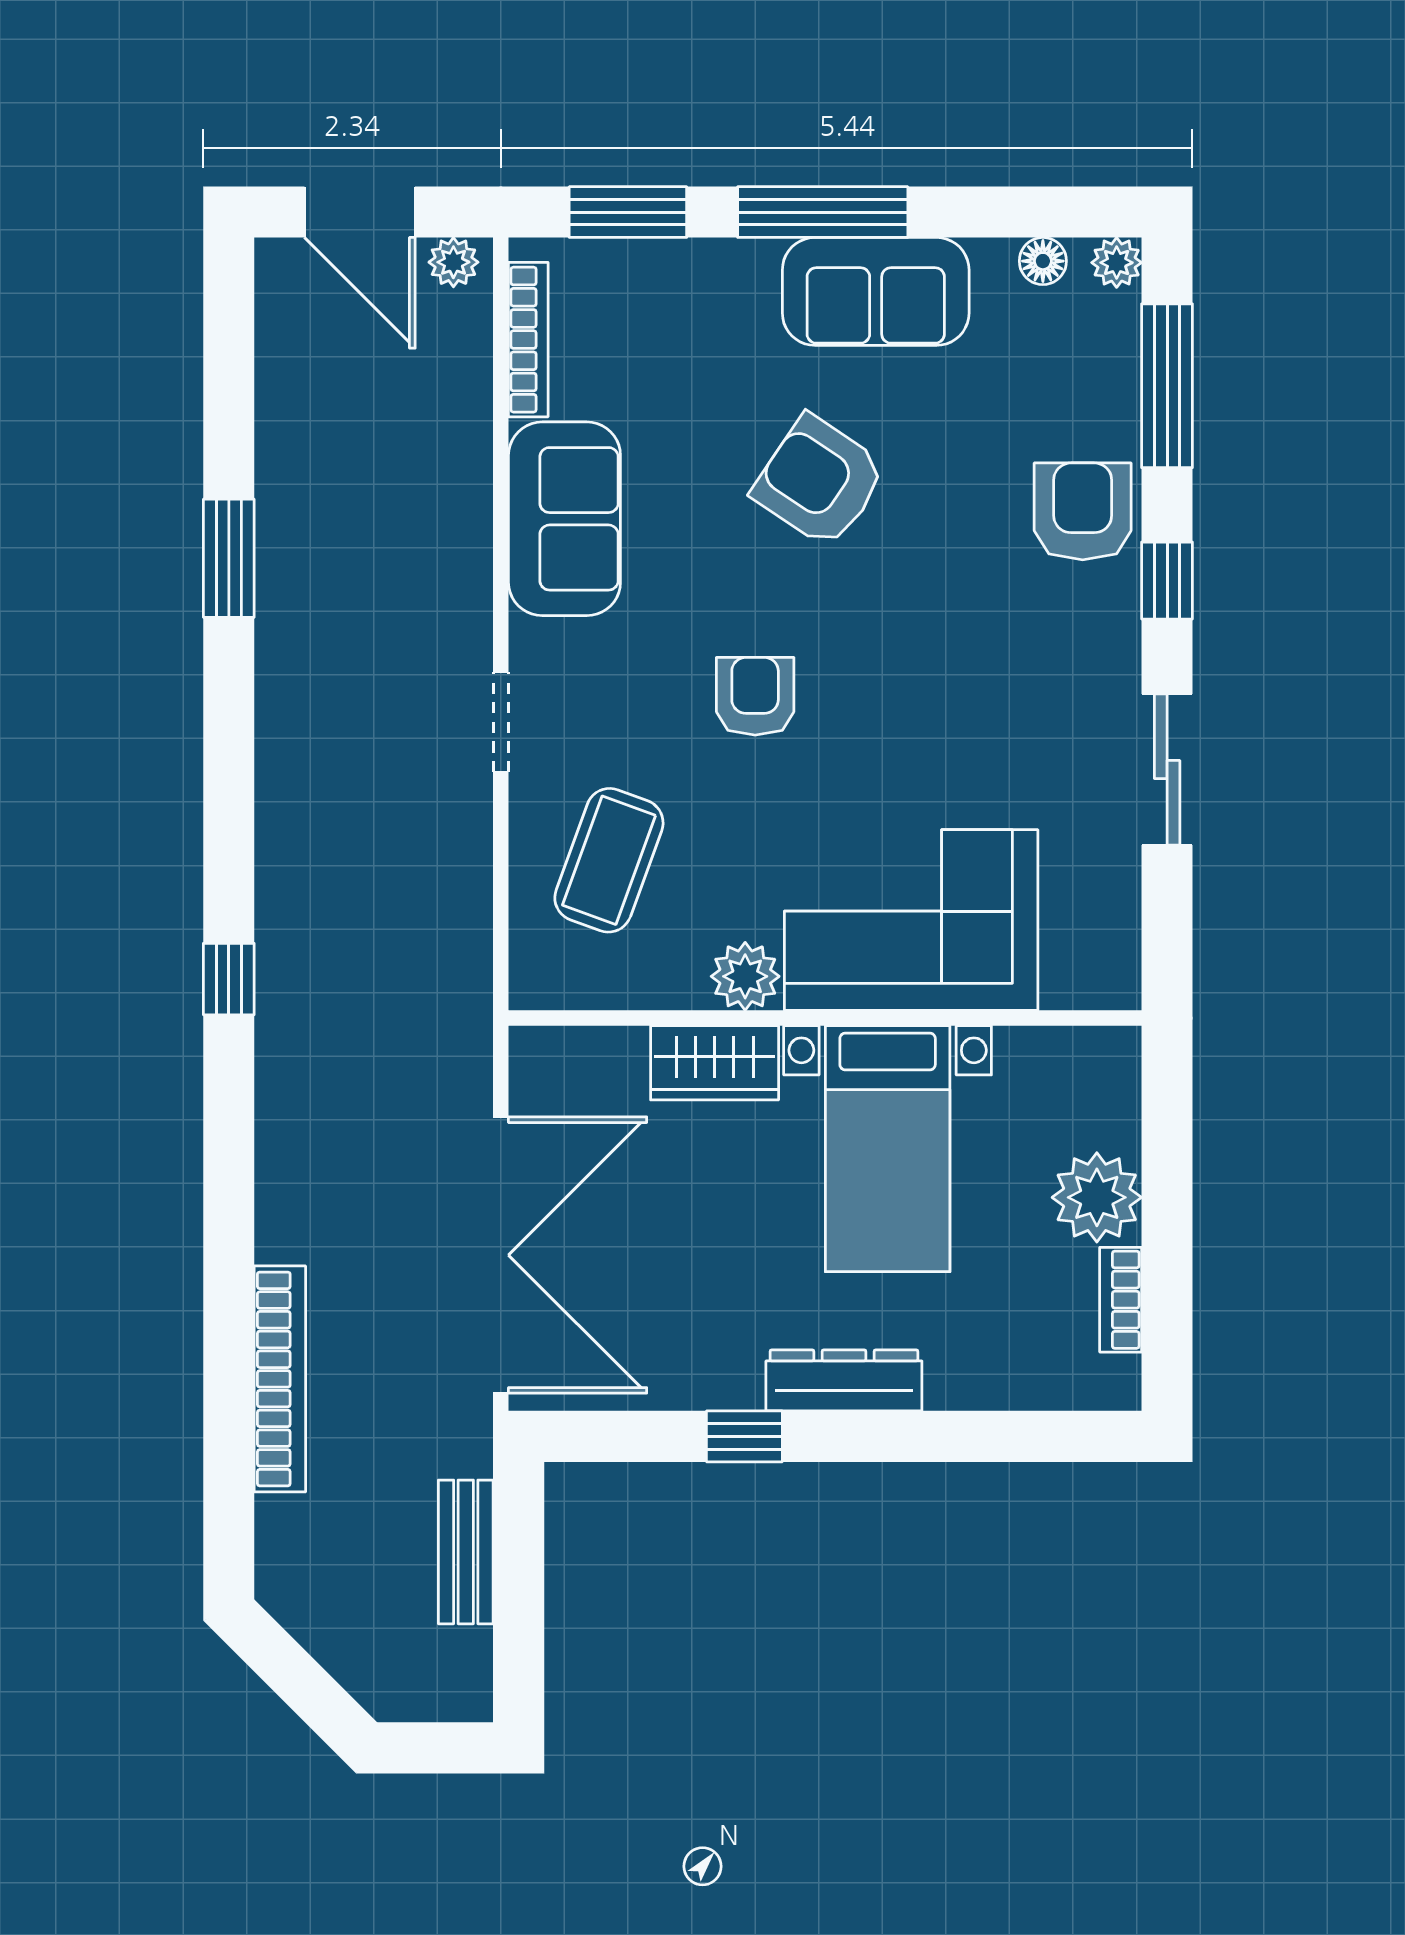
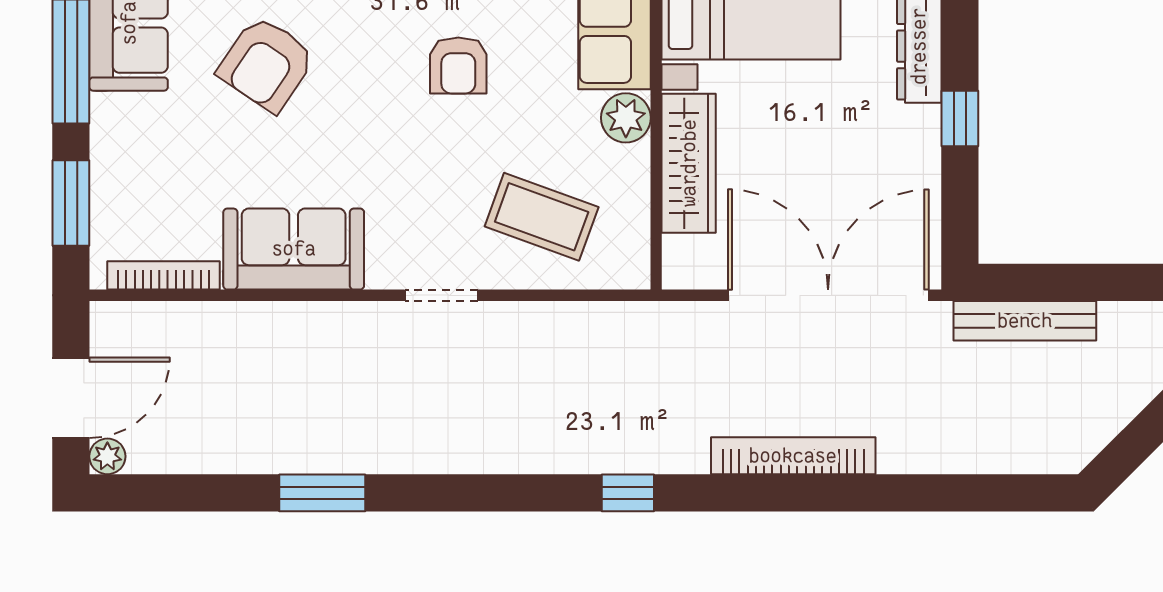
plant: (453, 262) -> (107, 456), moved
armchair: (755, 696) -> (458, 65), moved, turned -90
wardrobe: (715, 1063) -> (689, 163), width x1.50
bookcase: (280, 1379) -> (793, 456), moved
bench: (466, 1552) -> (1025, 321), width x1.36

